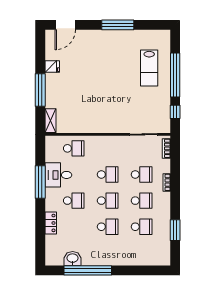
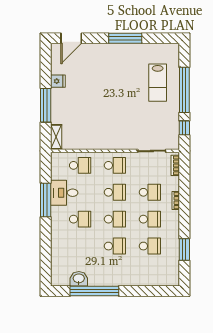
school desk: (108, 148) -> (115, 165), added
locker: (51, 223) -> (56, 242), removed

